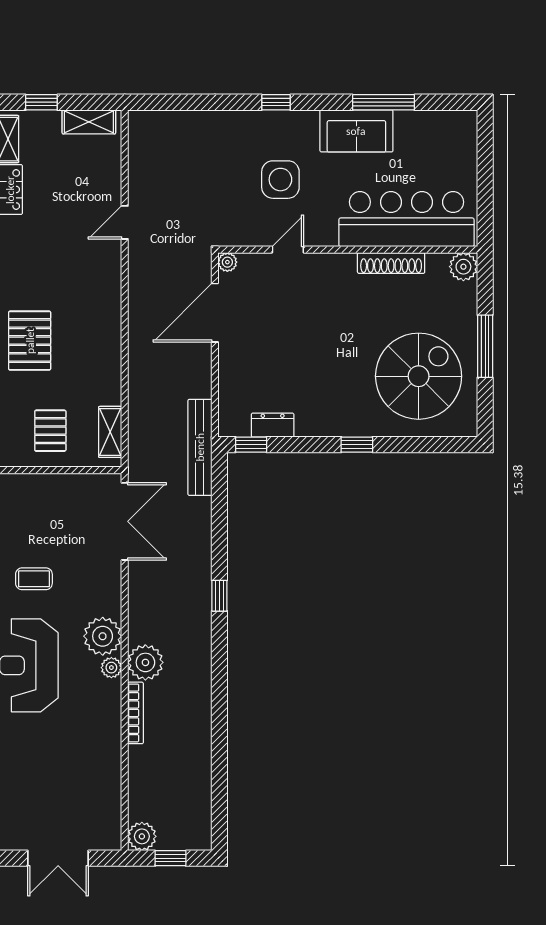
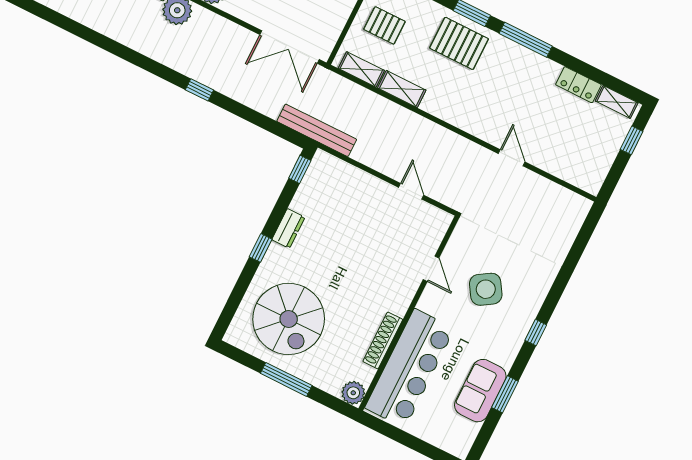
window: (276, 102) -> (536, 333), moved
window: (383, 102) -> (505, 394), width x0.69
shelving: (89, 122) -> (402, 89), moved, turned 90
sofa: (356, 131) -> (480, 391), moved
side table: (280, 180) -> (486, 289), turned -32
plant: (227, 262) -> (444, 219), removed
door: (215, 313) -> (411, 191), width x0.53
dresser: (273, 425) -> (288, 228), moved

